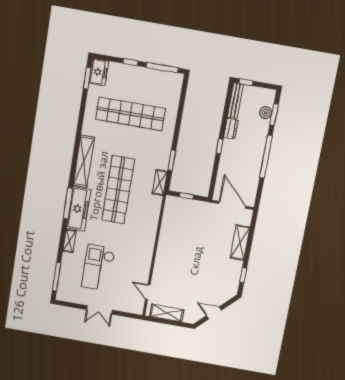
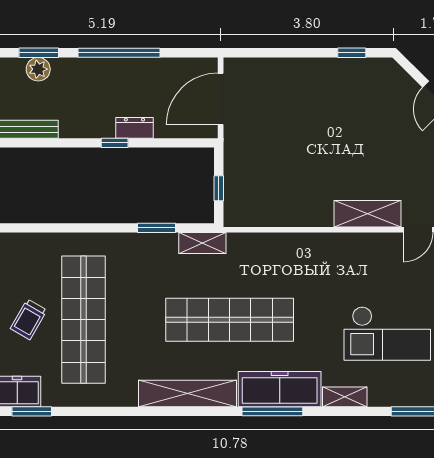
trolley: (135, 85) -> (29, 319), added
dresser: (231, 129) -> (134, 128), moved
shelving: (240, 243) -> (367, 214), moved

